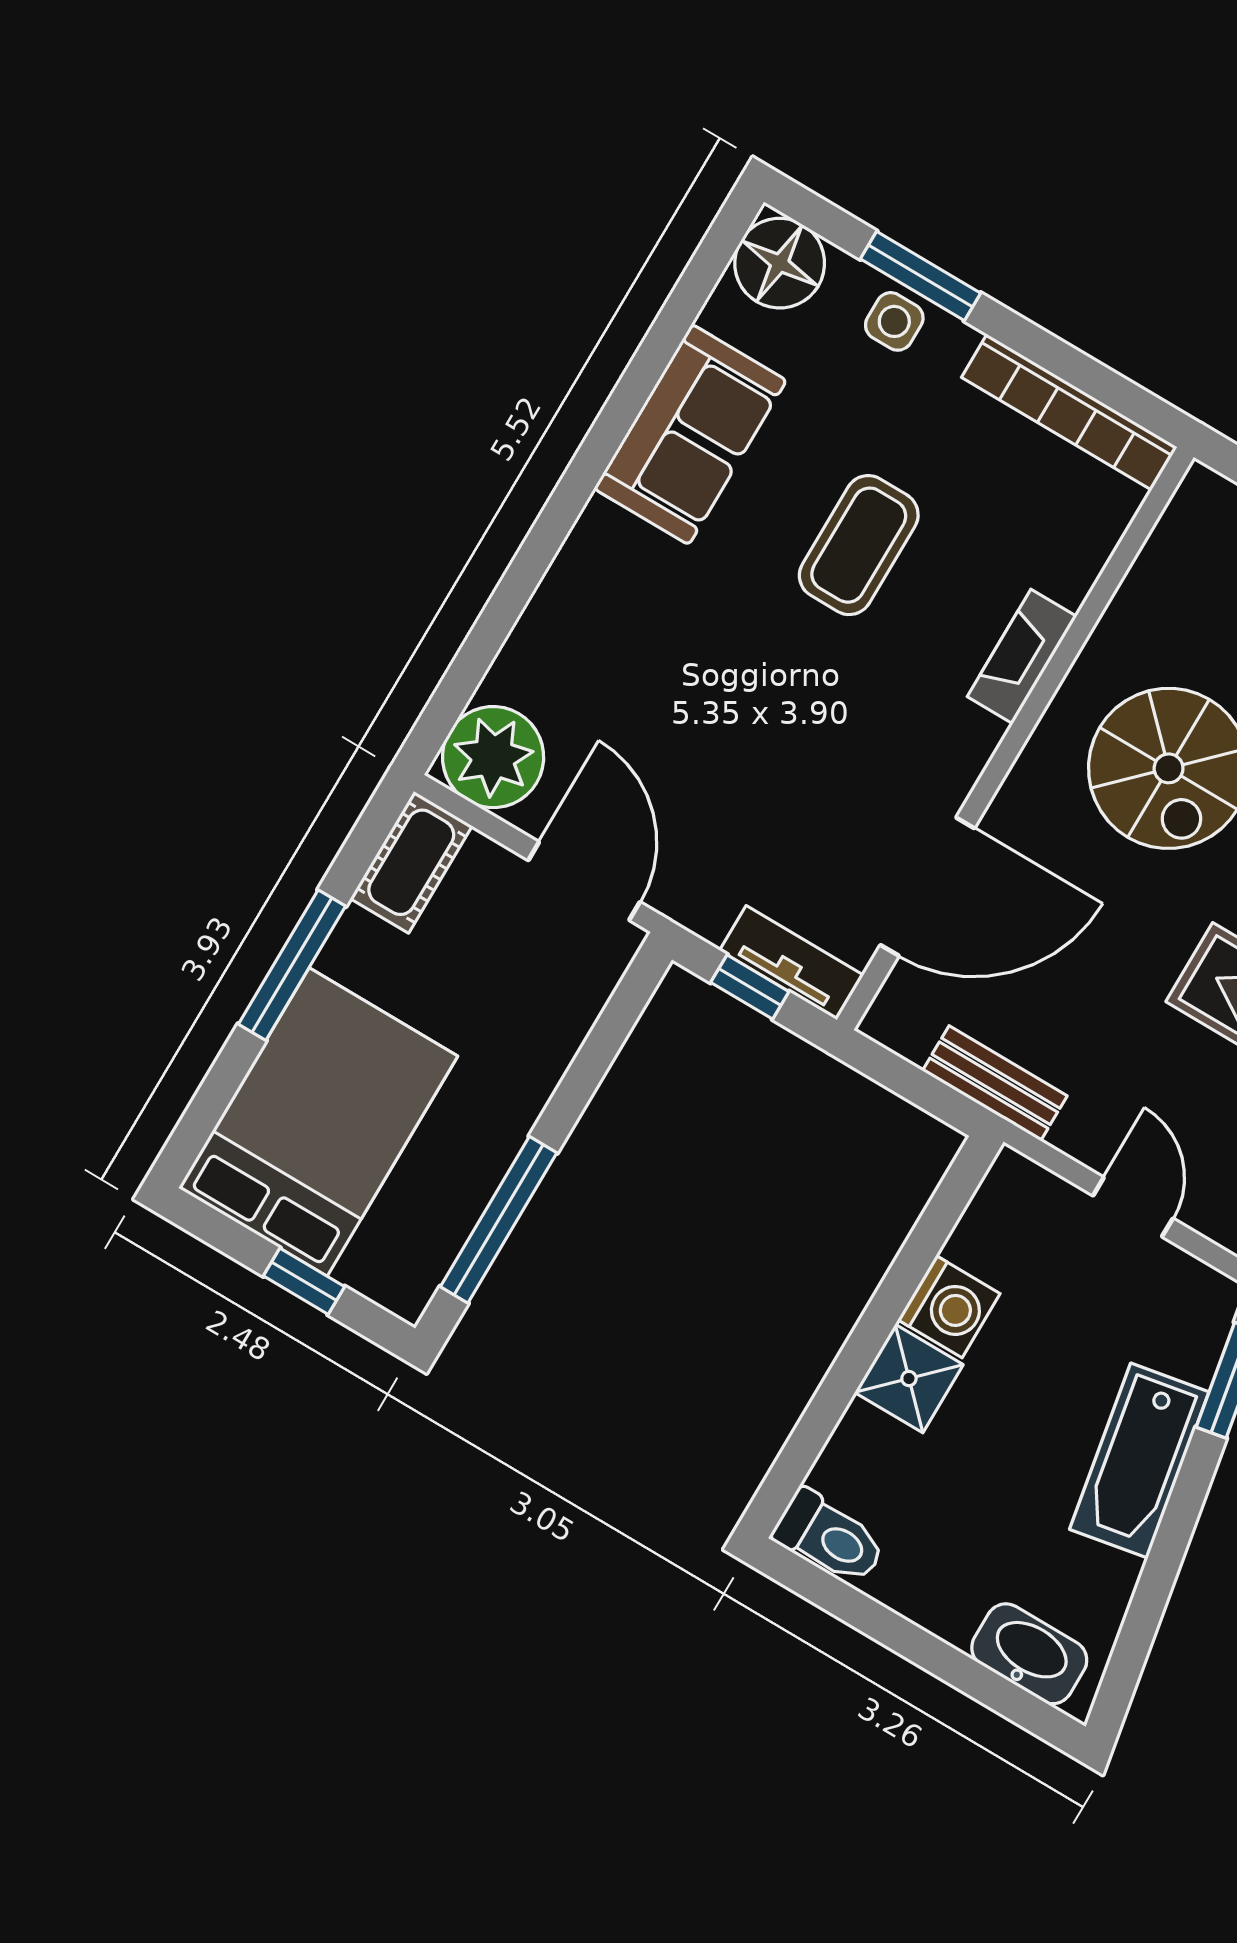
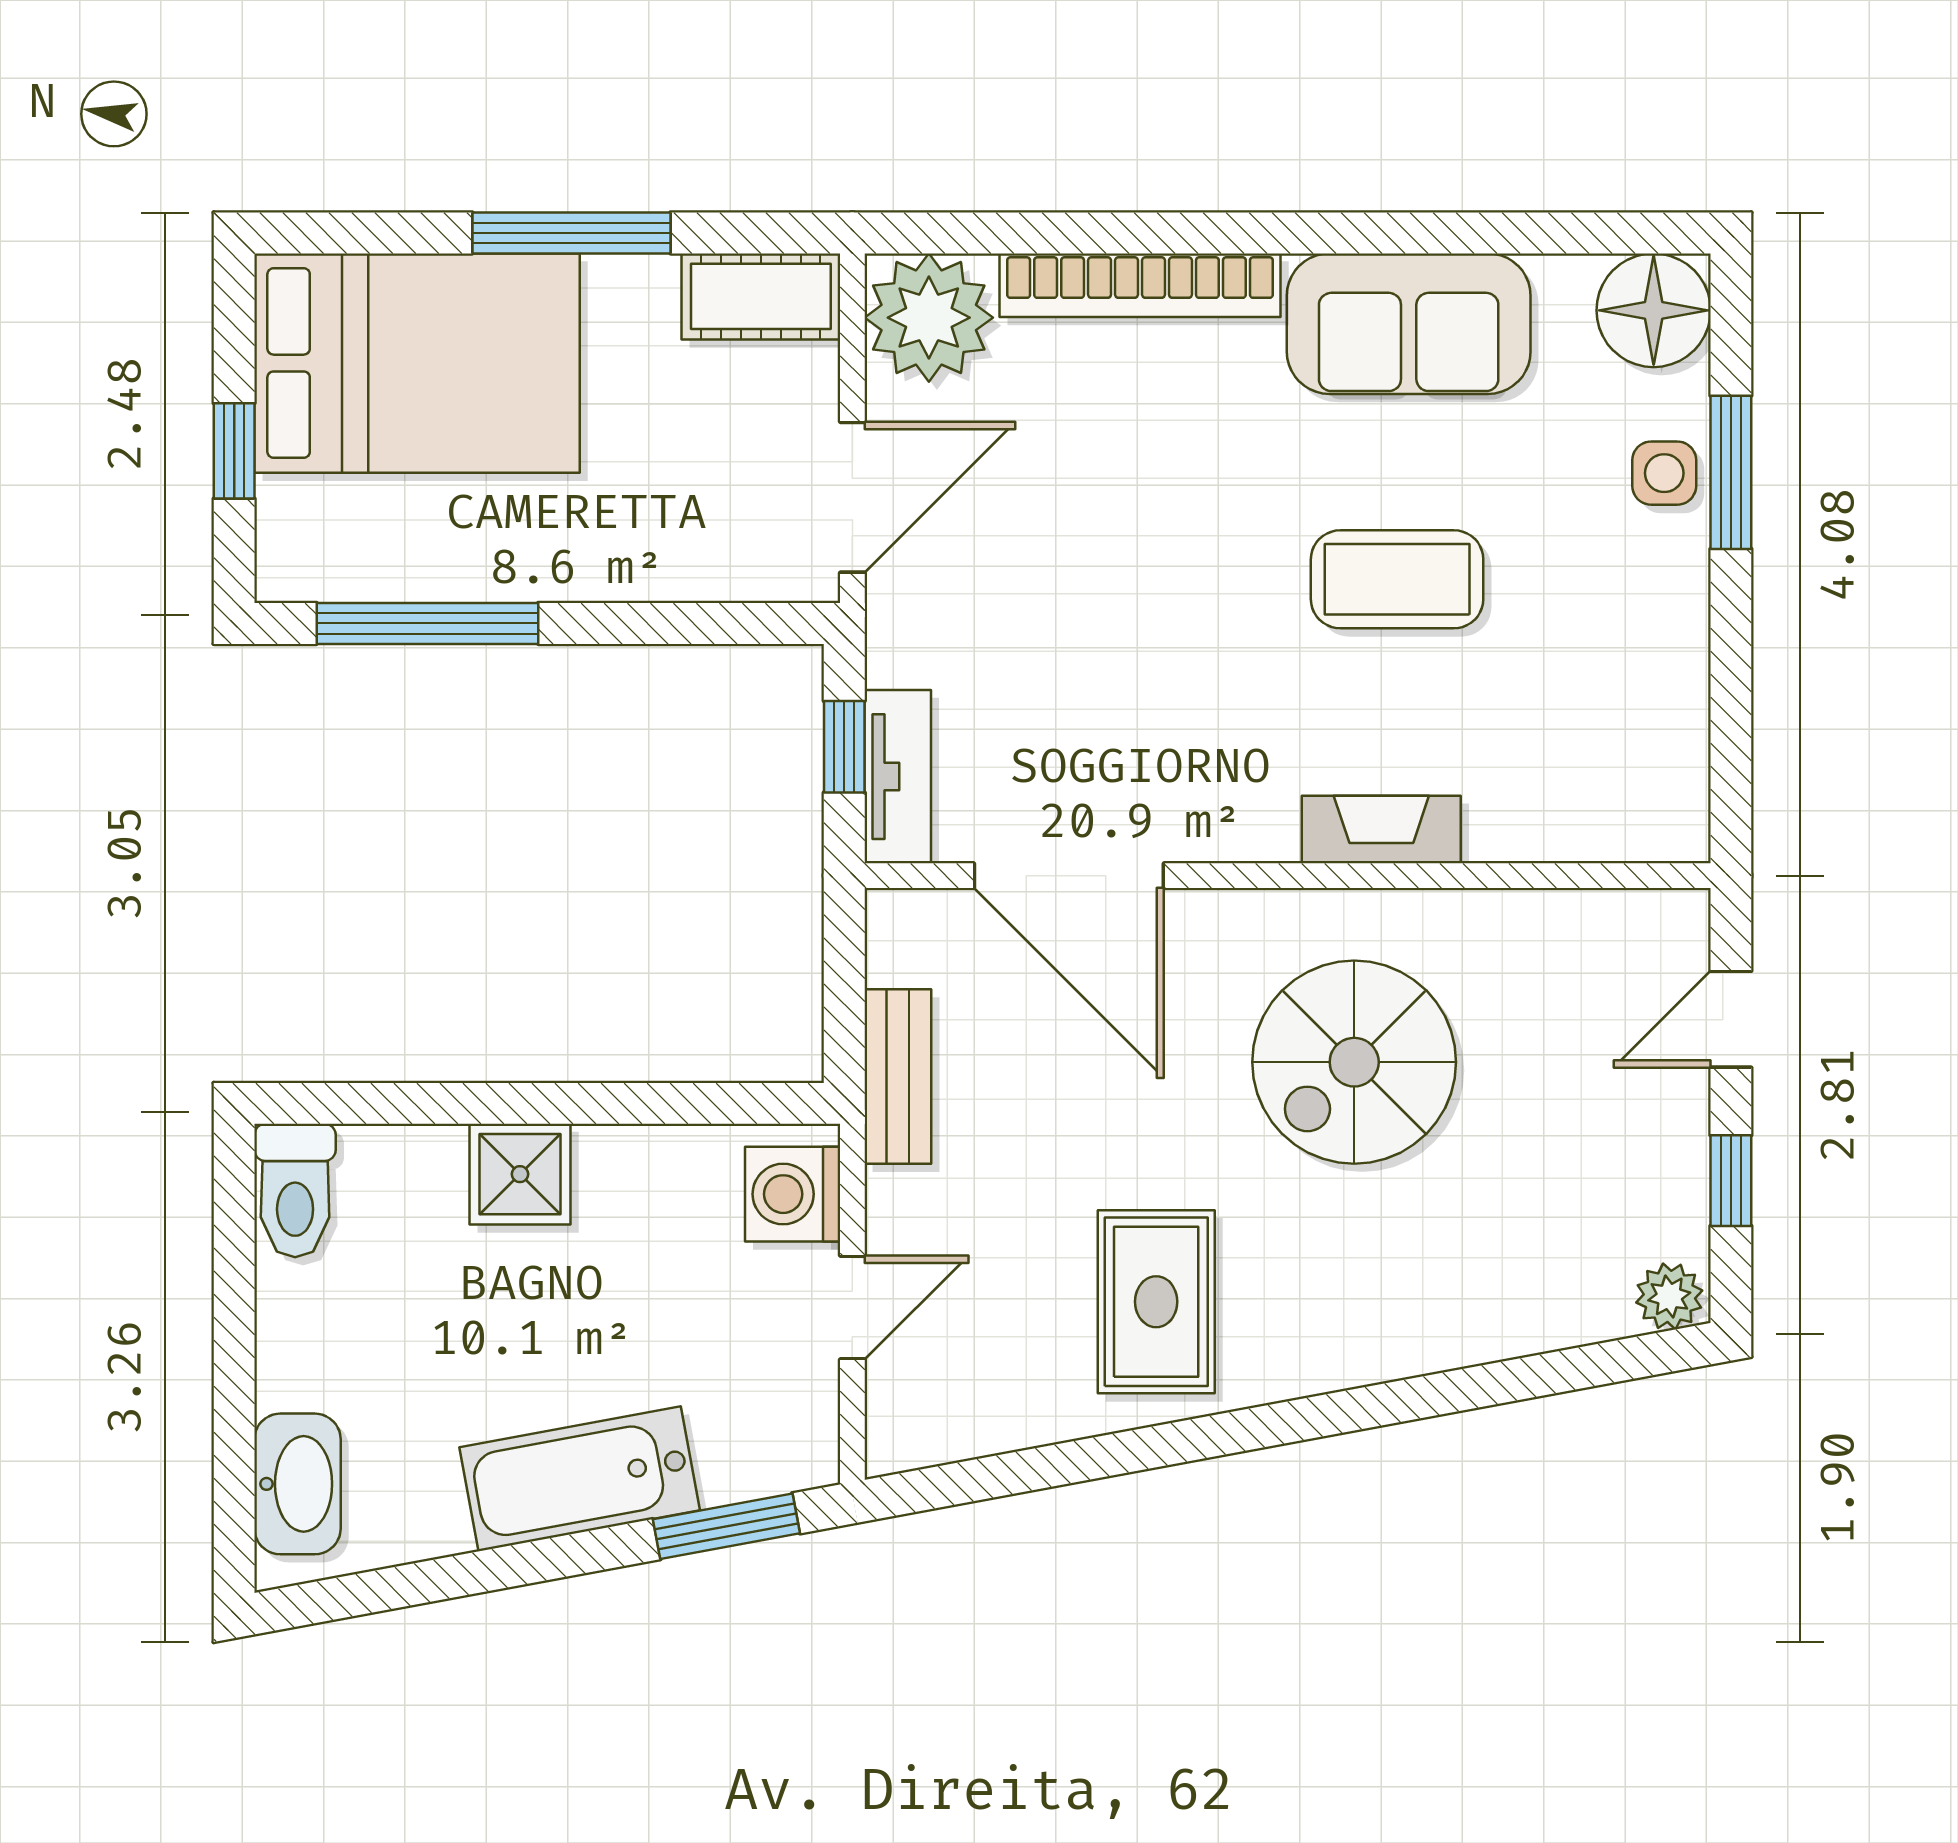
bookcase: (1069, 412) -> (1140, 285), moved, turned -90
washing machine: (949, 1307) -> (793, 1194), moved, turned 90

